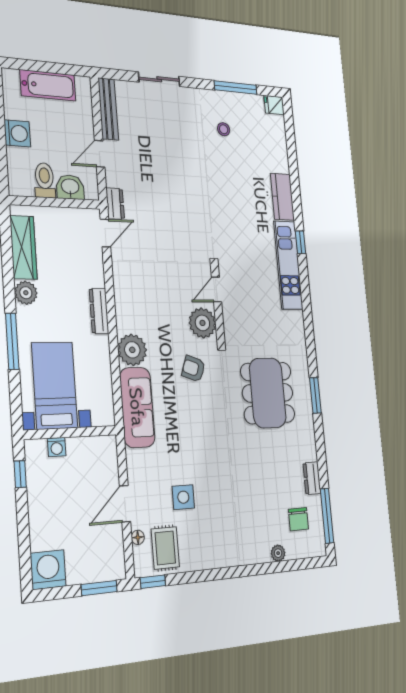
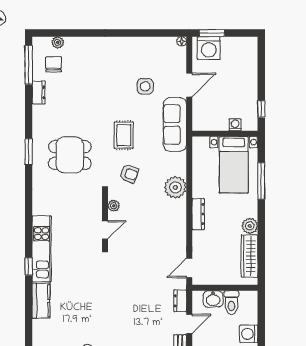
dresser: (115, 204) -> (180, 301), moved
plant: (202, 323) -> (114, 206), width x0.53, depth x0.53
window: (12, 341) -> (261, 181), moved
dining table: (268, 393) -> (70, 155), width x0.73
sofa: (137, 407) -> (175, 124), moved
floor lamp: (138, 537) -> (182, 41), moved
rug: (165, 548) -> (124, 135), moved
plant: (278, 553) -> (58, 42), moved
washing machine: (48, 570) -> (209, 48), moved
window: (153, 582) -> (173, 33), removed

